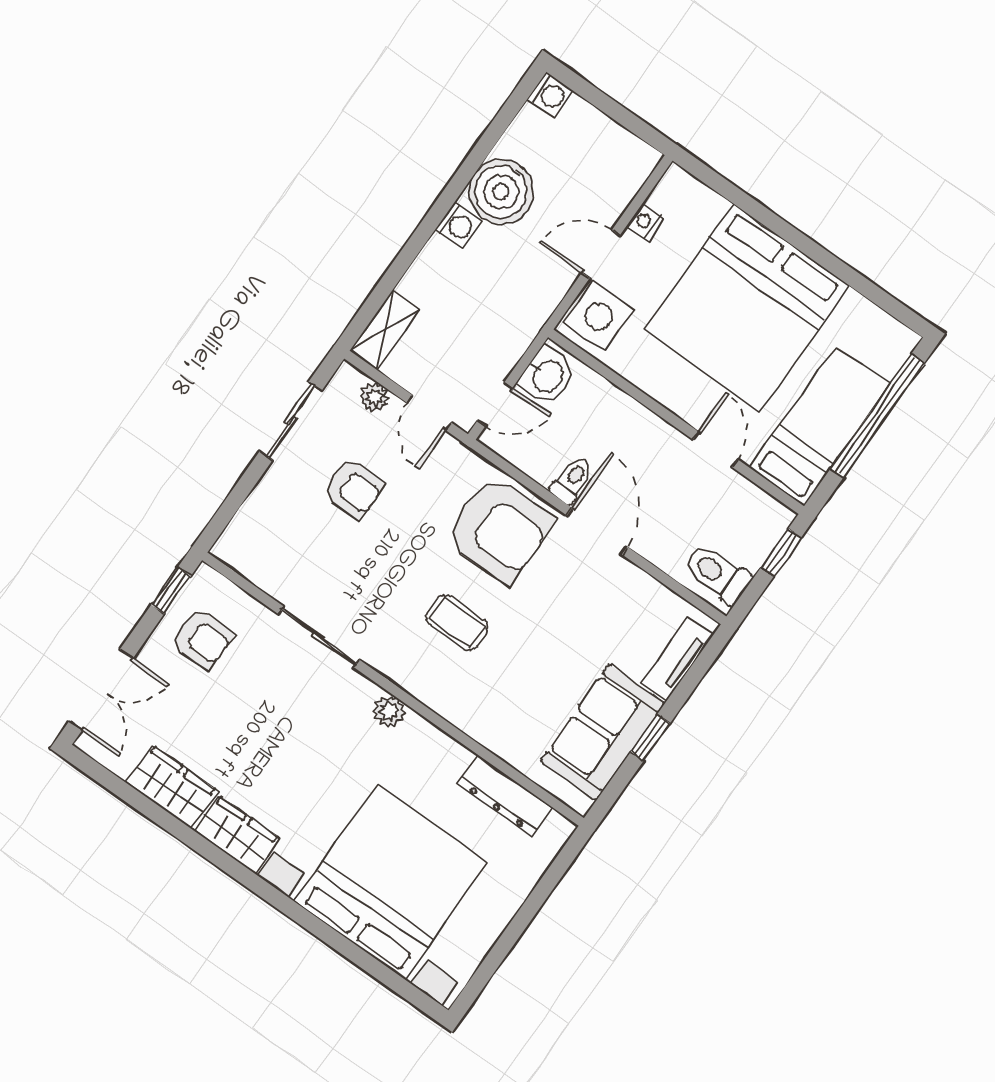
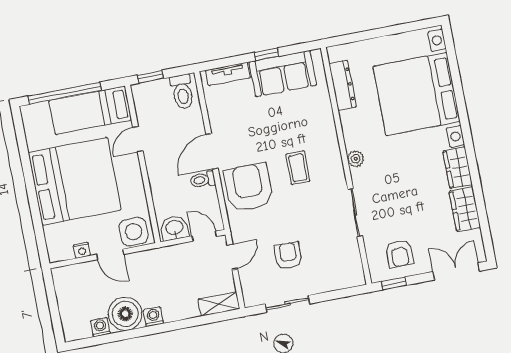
washing machine: (550, 94) -> (100, 327), moved
plant: (374, 397) -> (247, 282), removed
armchair: (203, 639) -> (400, 254), turned 180

